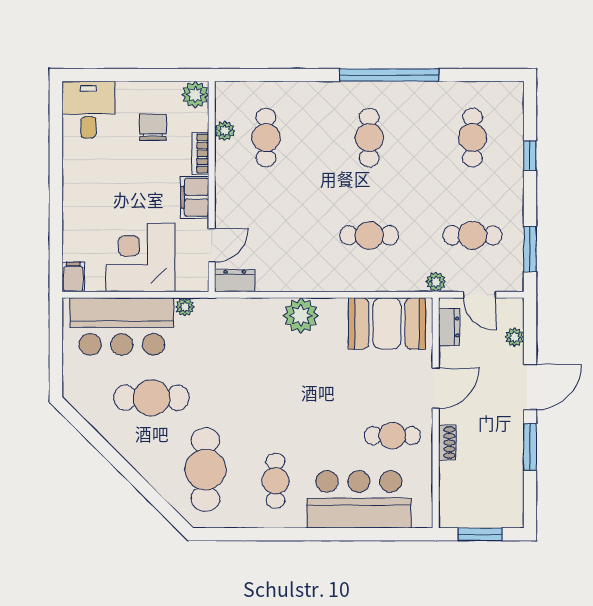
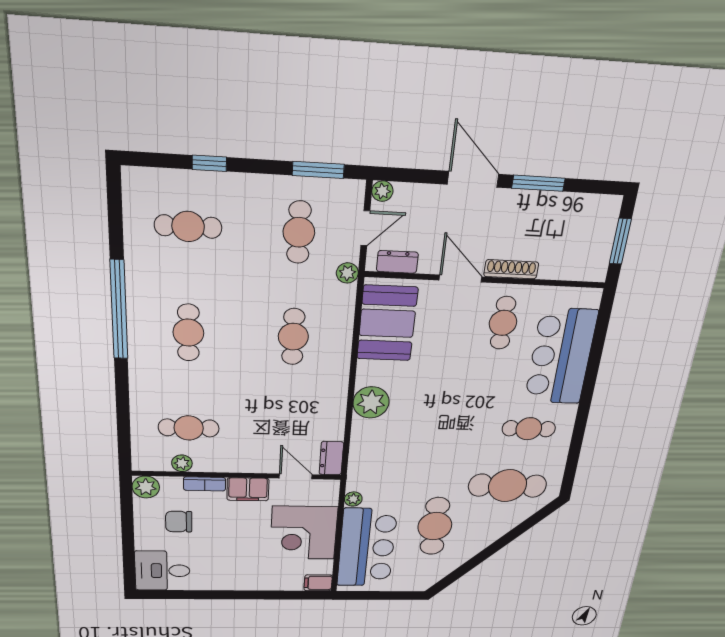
cafe table: (369, 138) -> (188, 333), turned 90
plant: (514, 337) -> (382, 191), moved
shoe rack: (447, 443) -> (511, 269), width x1.43

